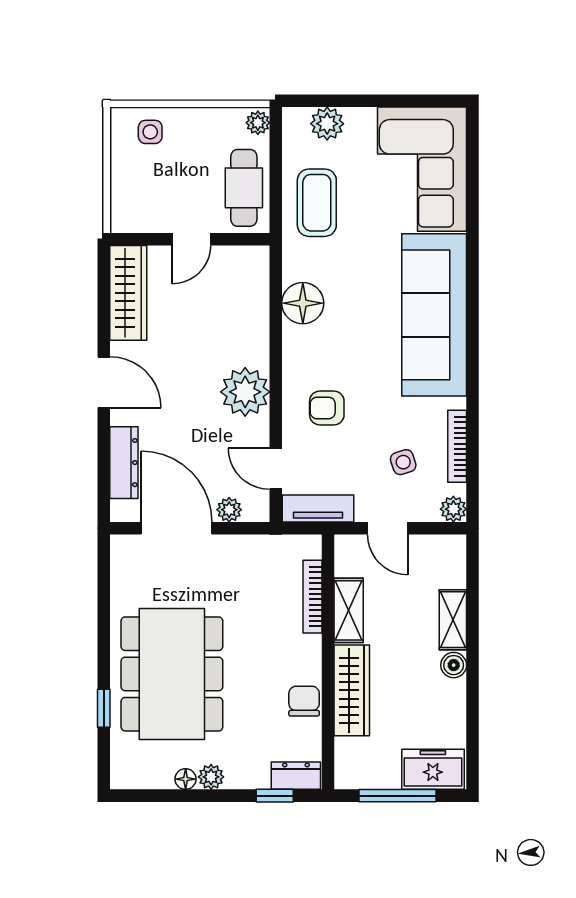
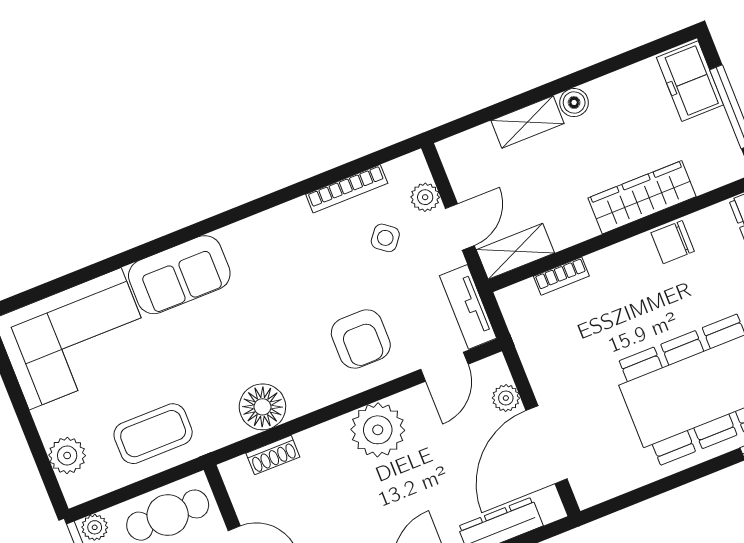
shoe rack: (259, 296) -> (273, 455), added
sofa: (434, 315) -> (179, 275), width x0.54, depth x0.79
armchair: (327, 408) -> (361, 339), width x1.38, depth x1.38
side table: (403, 462) -> (385, 238), turned -34
plant: (453, 509) -> (425, 197), moved
bookcase: (313, 597) -> (561, 276), width x0.64
shelving: (349, 610) -> (515, 251), moved

